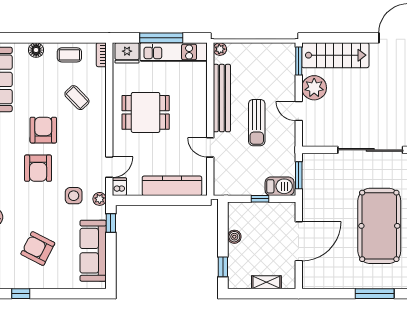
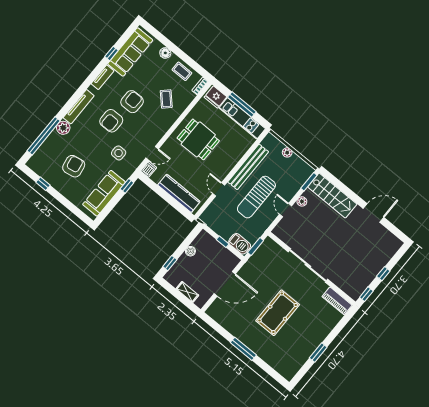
plant: (220, 49) -> (287, 152), moved
plant: (314, 88) -> (302, 201), width x0.53, depth x0.53
sun lounger: (257, 123) -> (256, 197), width x1.36, depth x1.34
plant: (100, 199) -> (132, 167), removed
pool table: (379, 226) -> (278, 313), width x0.73, depth x0.76
armchair: (38, 249) -> (74, 166), turned 53

